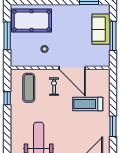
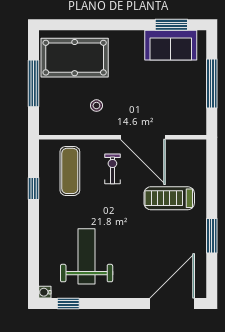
sofa: (101, 29) -> (171, 45), moved, turned -90

